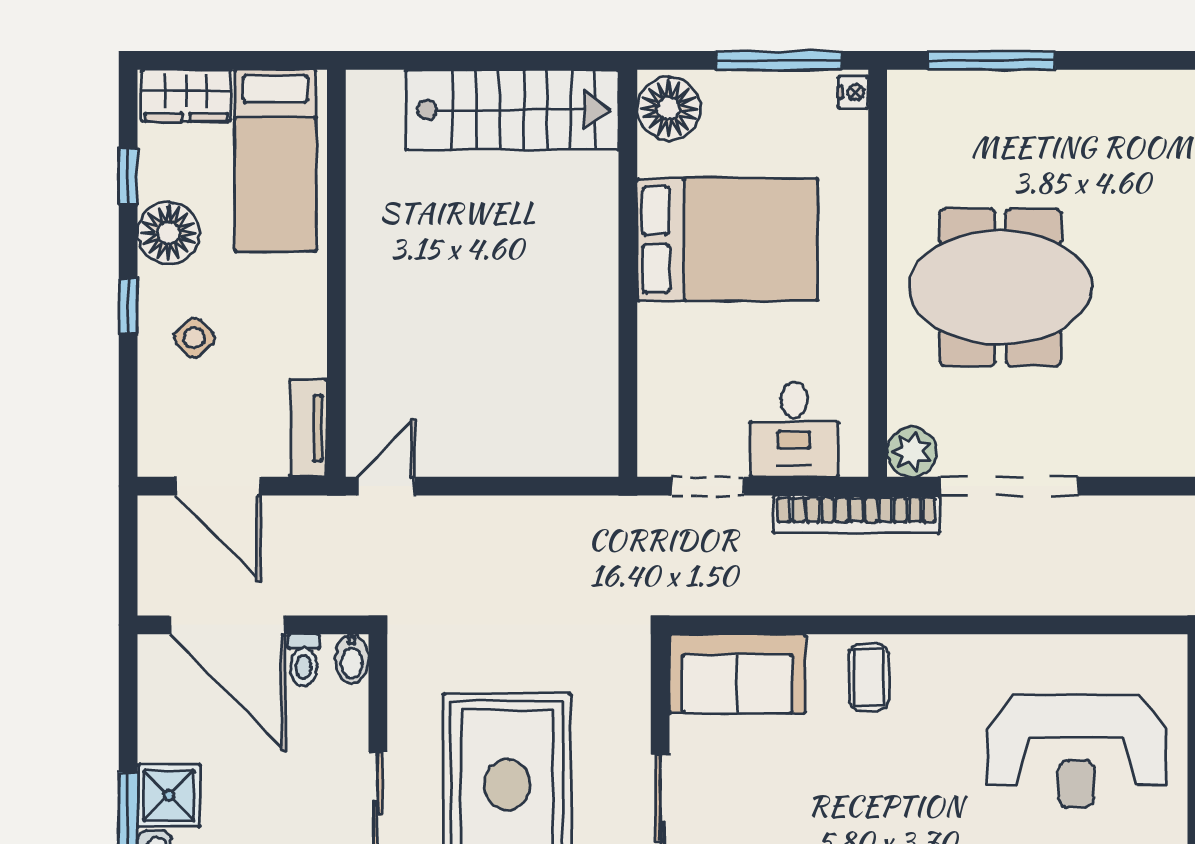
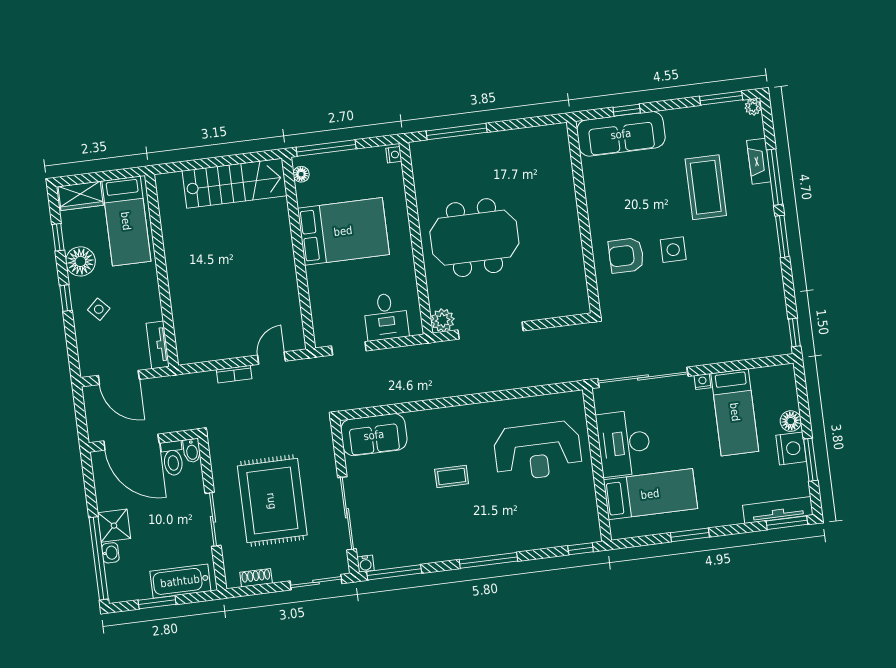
window: (778, 60) -> (326, 148), moved
floor lamp: (669, 109) -> (301, 174), width x0.53, depth x0.53
door: (386, 486) -> (271, 358), moved
bookcase: (857, 514) -> (234, 374), moved, width x0.43, depth x0.76
toilet: (304, 660) -> (173, 458), width x1.37, depth x1.39
coffee table: (869, 677) -> (452, 476), moved, turned 90

